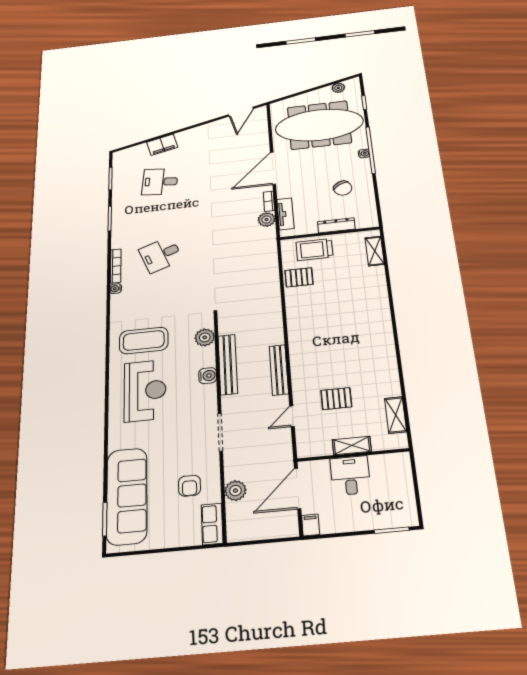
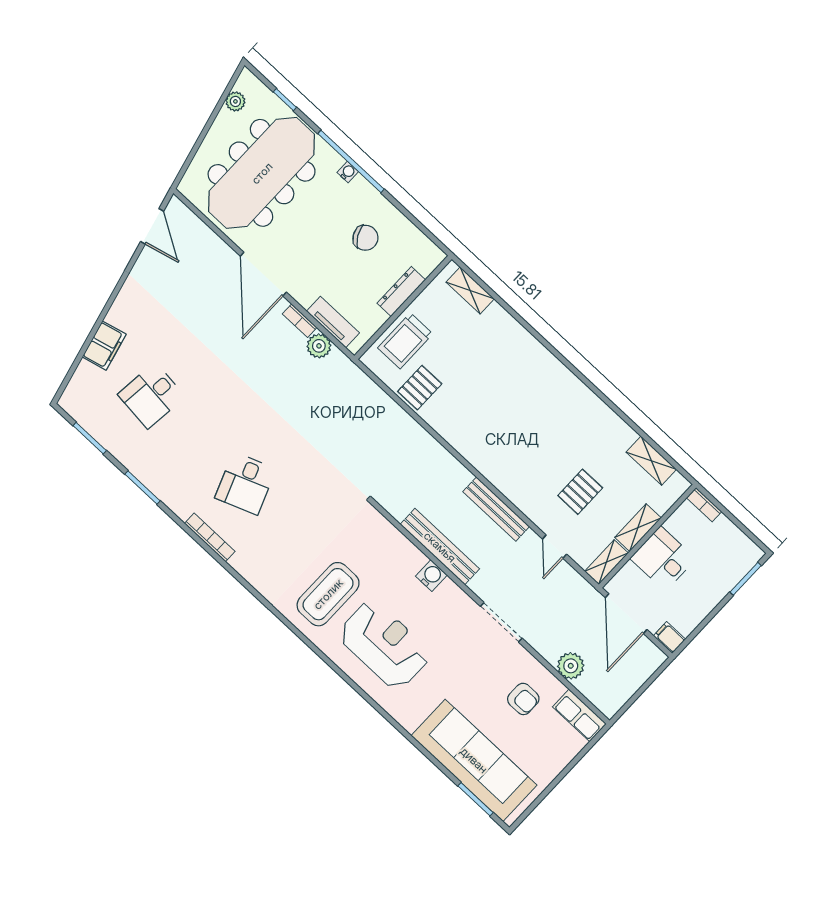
water cooler: (116, 289) -> (238, 563), removed
plant: (205, 337) -> (388, 537), removed
shelving: (314, 450) -> (606, 562), added
bookcase: (405, 465) -> (704, 505), added

